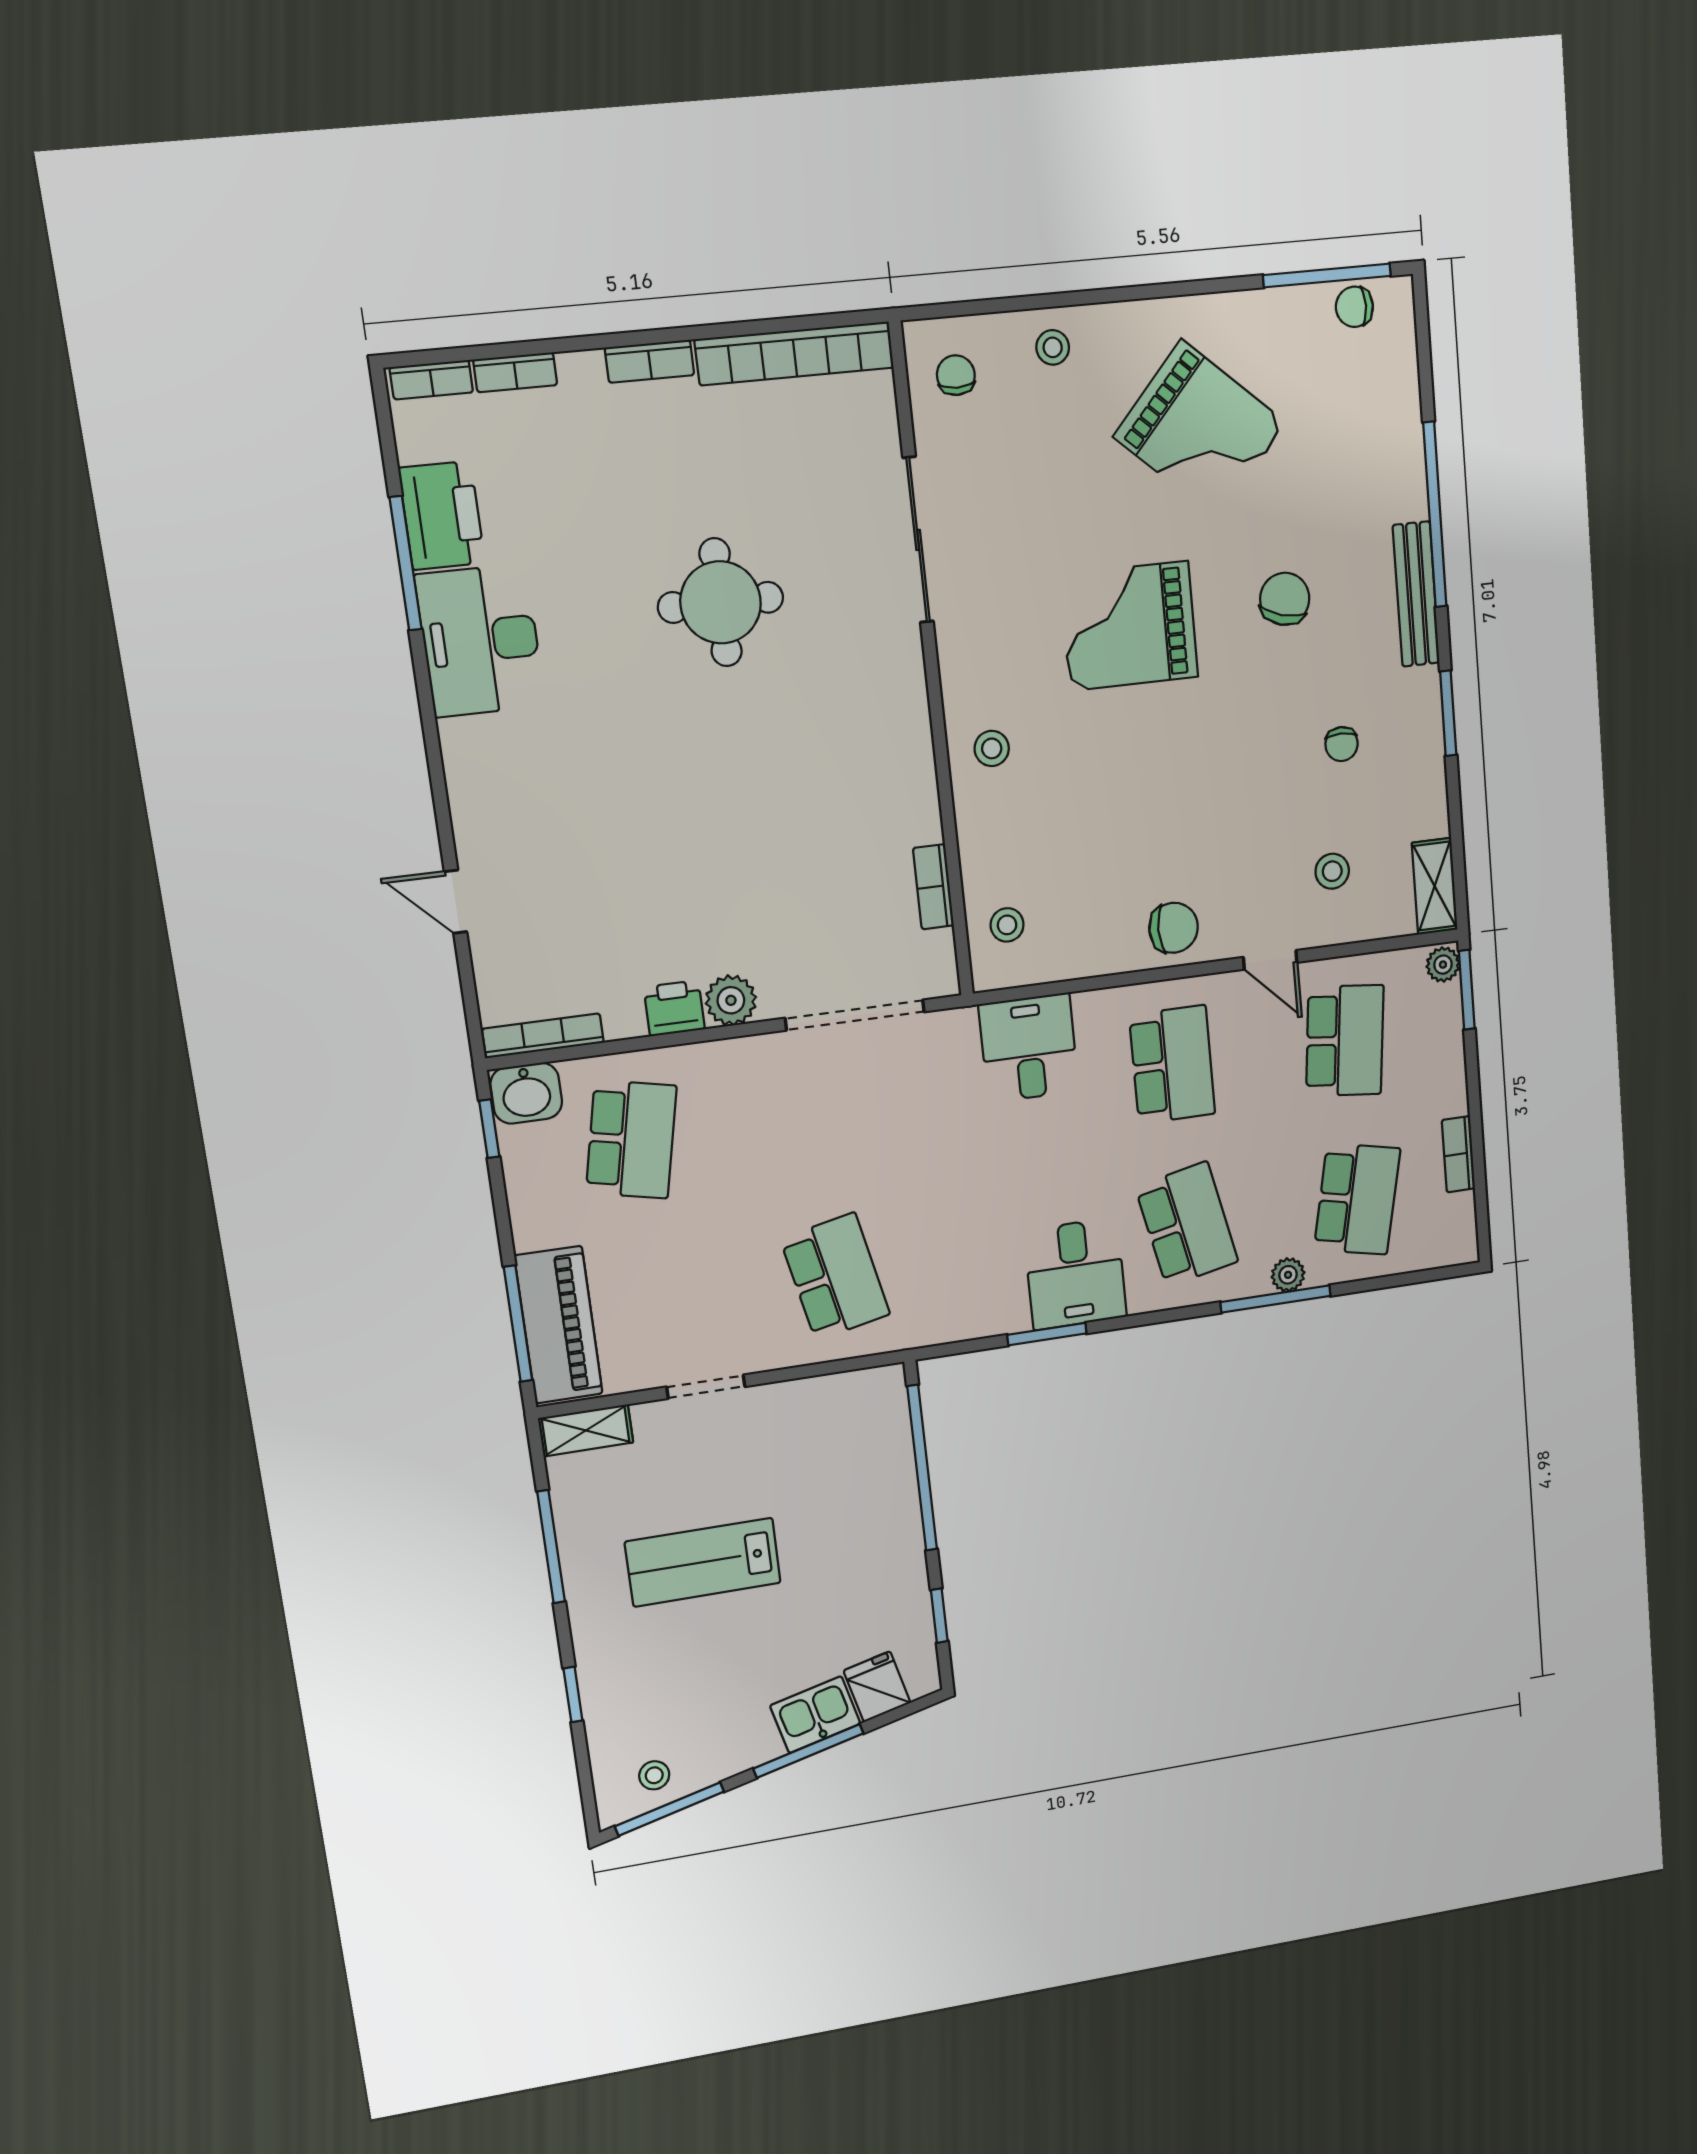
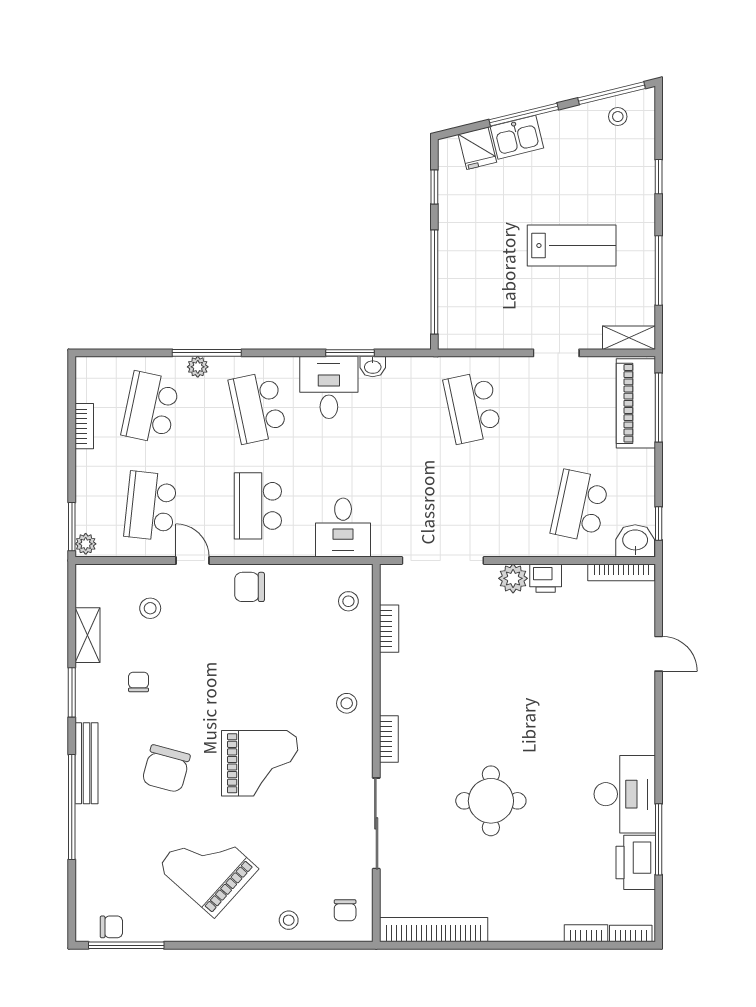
bookcase: (650, 361) -> (389, 739), moved, turned 90
chair: (1285, 599) -> (166, 769), width x1.37, depth x1.37
shelving: (1435, 886) -> (87, 635), moved
washbasin: (1008, 1318) -> (373, 366), added

